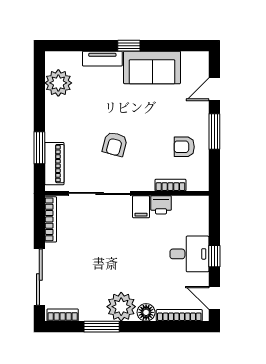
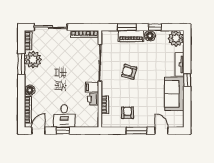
plant: (58, 83) -> (176, 38), moved
window: (39, 100) -> (155, 27), added
floor lamp: (54, 109) -> (150, 36), added
piano: (54, 164) -> (131, 36), moved
plant: (121, 307) -> (33, 60), moved

